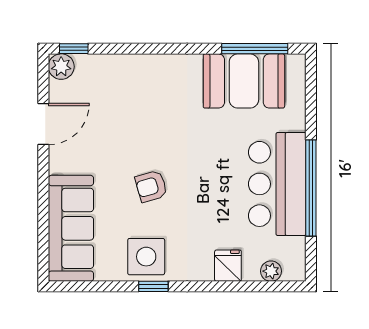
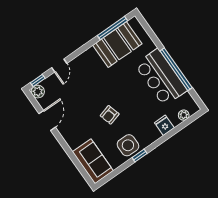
door: (126, 49) -> (59, 65), added
sofa: (71, 228) -> (93, 161), width x0.73

